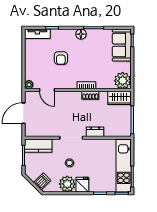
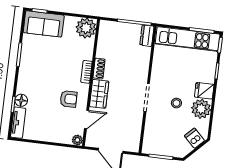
floor lamp: (81, 34) -> (21, 100), moved
armchair: (61, 58) -> (69, 99), moved
wardrobe: (119, 98) -> (99, 94), moved
dresser: (95, 132) -> (147, 36), moved
kitchen counter: (38, 146) -> (151, 138), removed

